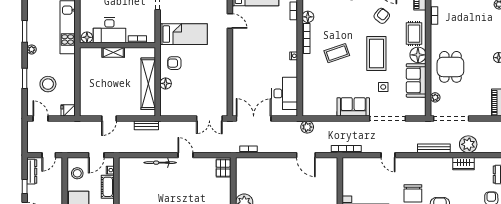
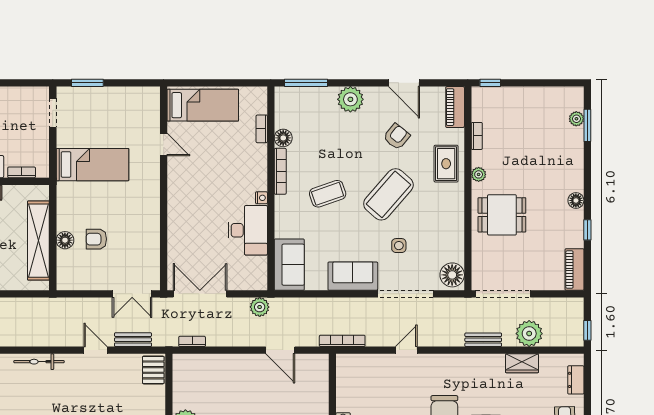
coffee table: (376, 54) -> (388, 194), turned 41
floor lamp: (418, 55) -> (452, 275), moved
armchair: (174, 63) -> (96, 239), moved
dining table: (450, 67) -> (502, 215), turned 90
sofa: (416, 80) -> (289, 265), moved, turned 180
desk: (285, 93) -> (248, 230), moved
plant: (435, 97) -> (479, 174), moved
bench: (146, 125) -> (133, 340), moved
plant: (307, 127) -> (260, 307), moved
bench: (434, 148) -> (483, 340), width x0.73
door: (388, 155) -> (406, 350), swing flipped
bicycle: (160, 163) -> (39, 362), moved

